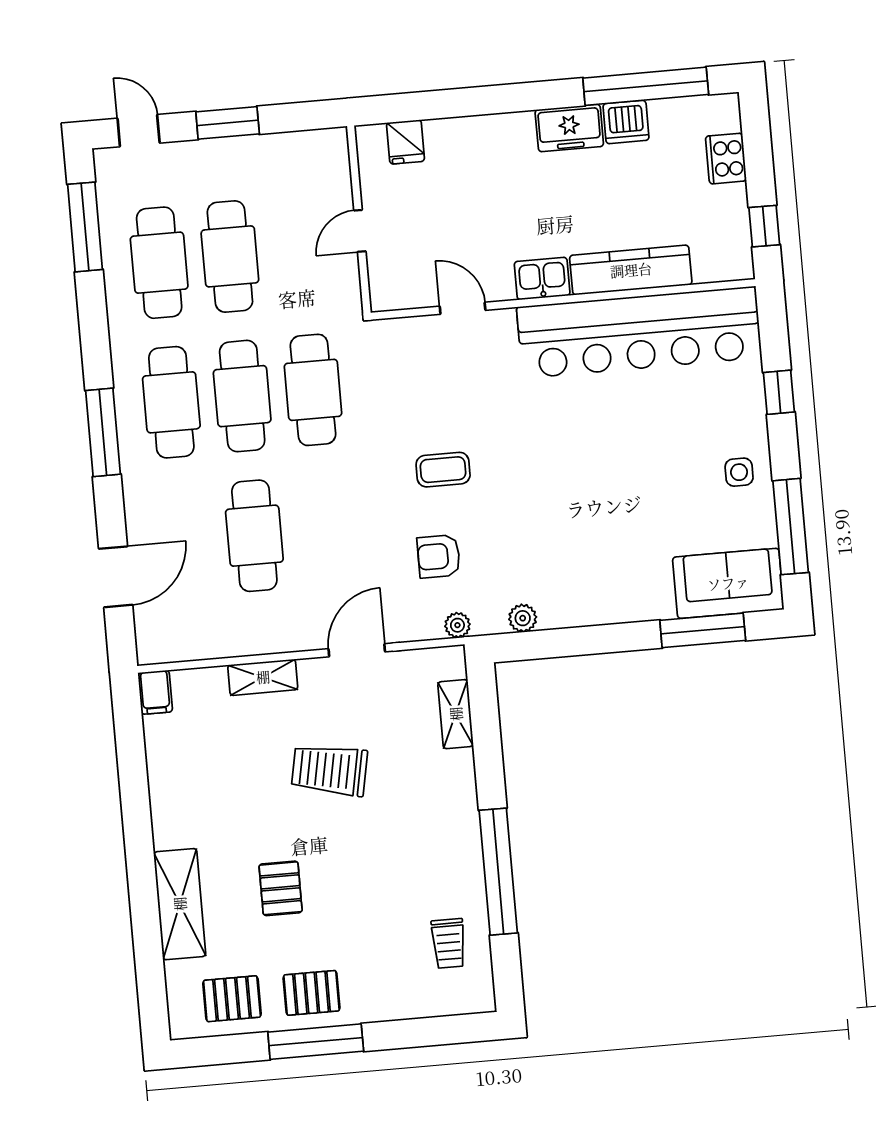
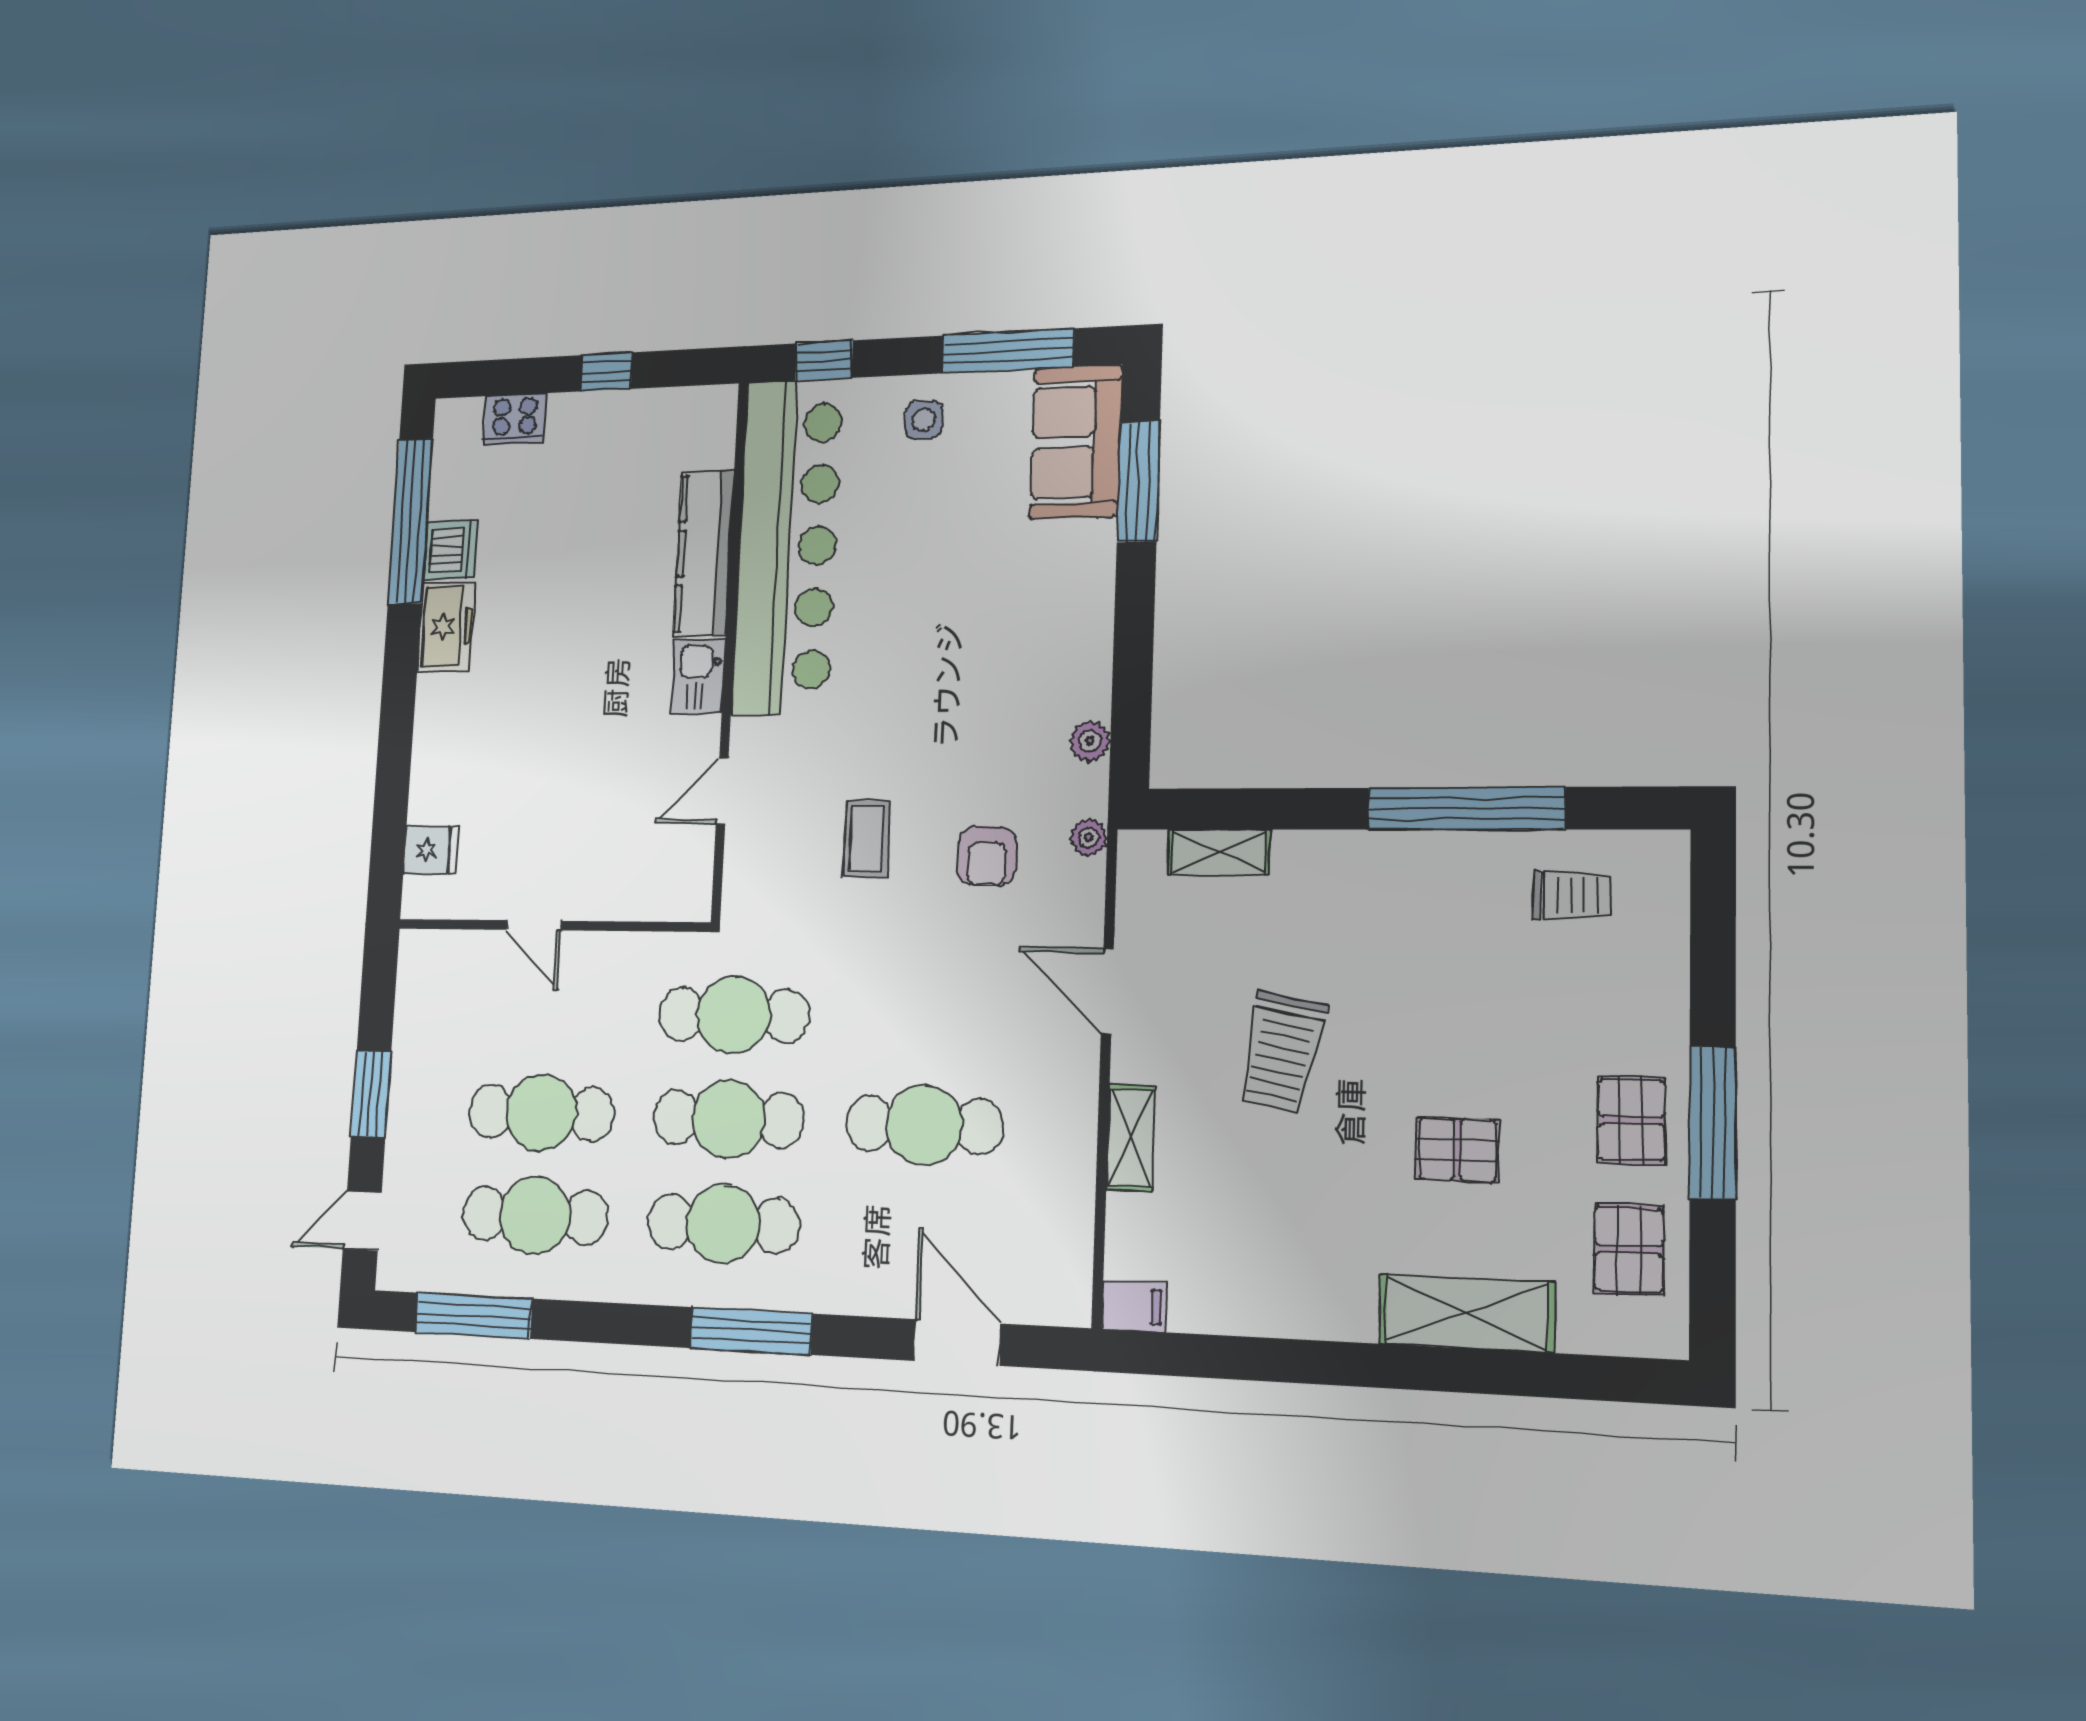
kitchen counter: (631, 270) -> (704, 553), moved
kitchen sink: (542, 278) -> (698, 676), moved
wall: (563, 299) -> (730, 649), moved
door: (463, 308) -> (722, 791), moved
bar counter: (639, 332) -> (787, 546), moved

